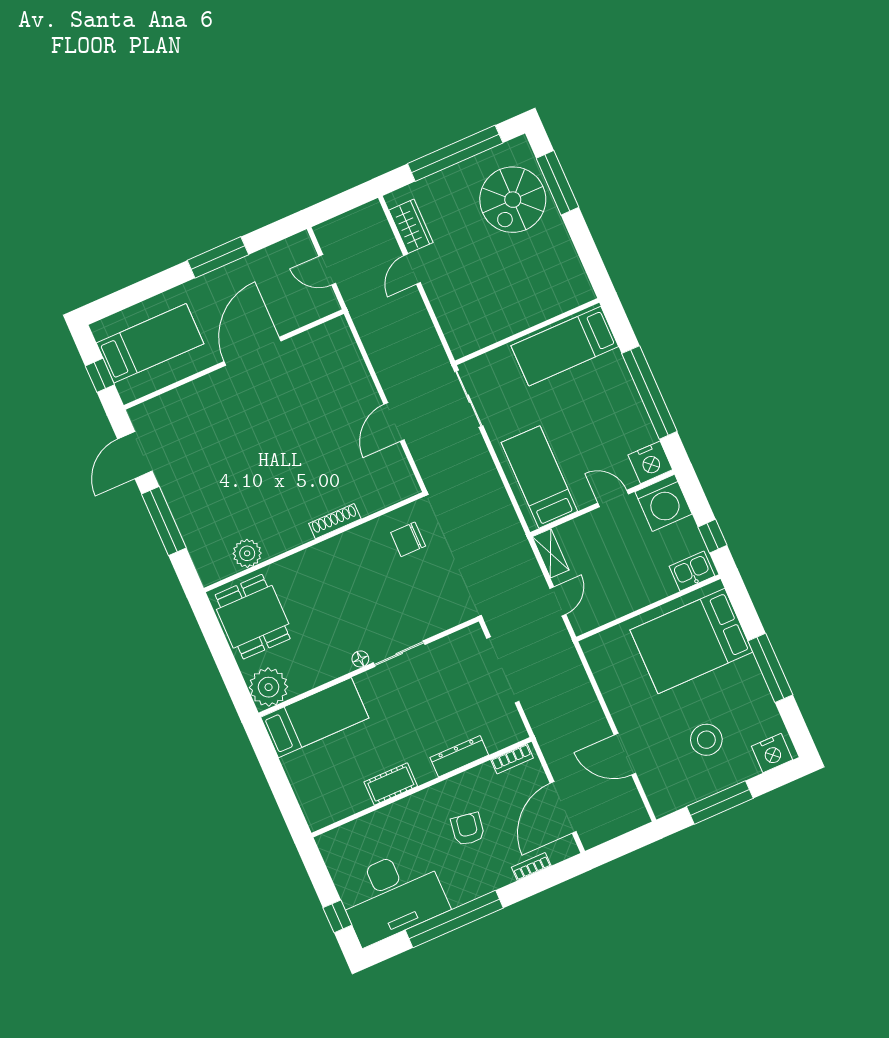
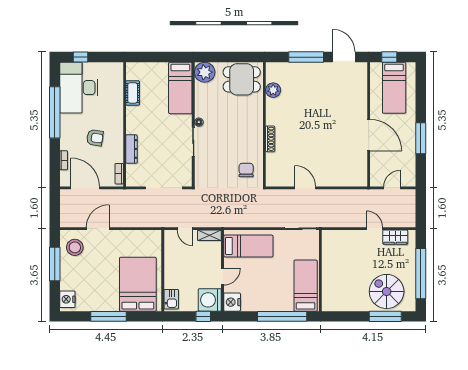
window: (649, 392) -> (282, 316), moved
window: (713, 536) -> (203, 316), moved
stool: (706, 740) -> (75, 247), moved
cot: (391, 784) -> (133, 93), moved

